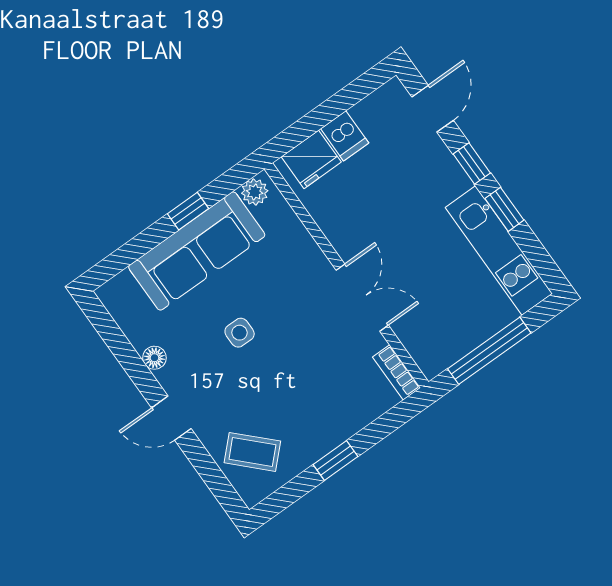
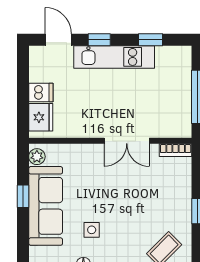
window: (504, 209) -> (151, 40), moved
kitchen unit: (499, 250) -> (114, 57), moved
double door: (362, 298) -> (127, 141), swing flipped
side table: (240, 333) -> (92, 230), moved

